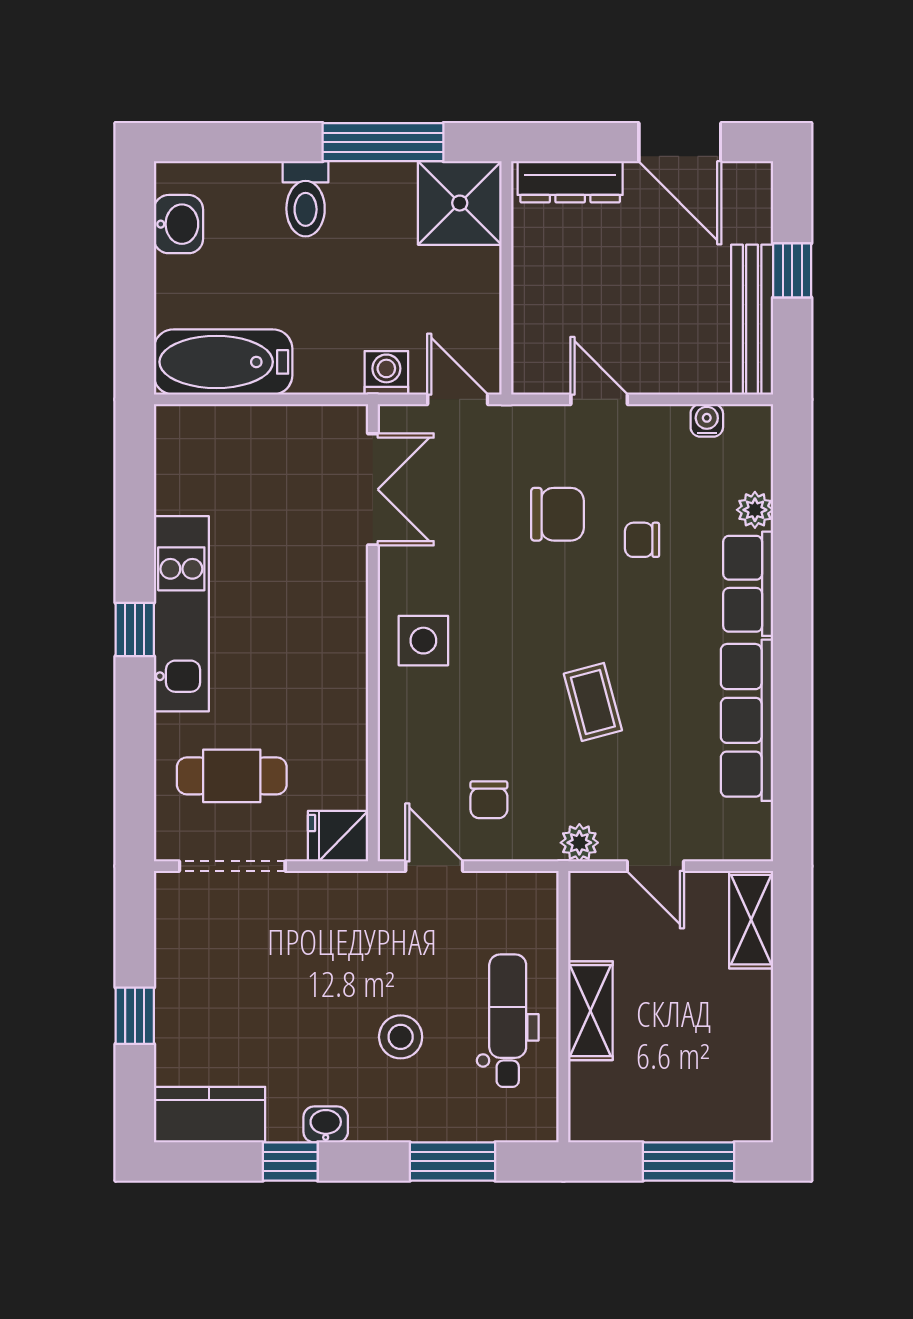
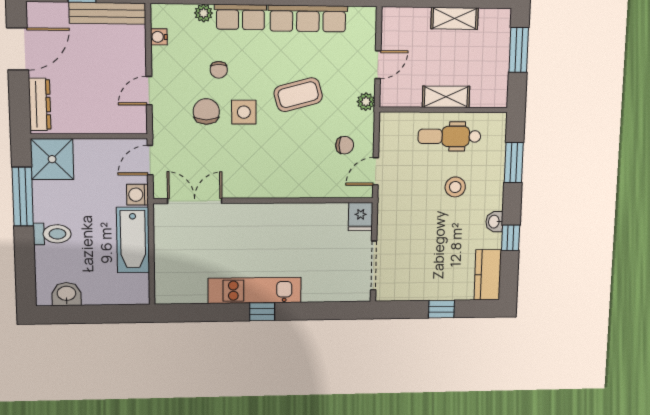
bathtub: (223, 362) -> (133, 240), moved
side table: (423, 641) -> (244, 112), moved
coffee table: (593, 702) -> (298, 95), width x1.36, depth x1.30
cafe table: (232, 776) -> (331, 266), removed
shelving: (751, 920) -> (455, 18), moved

